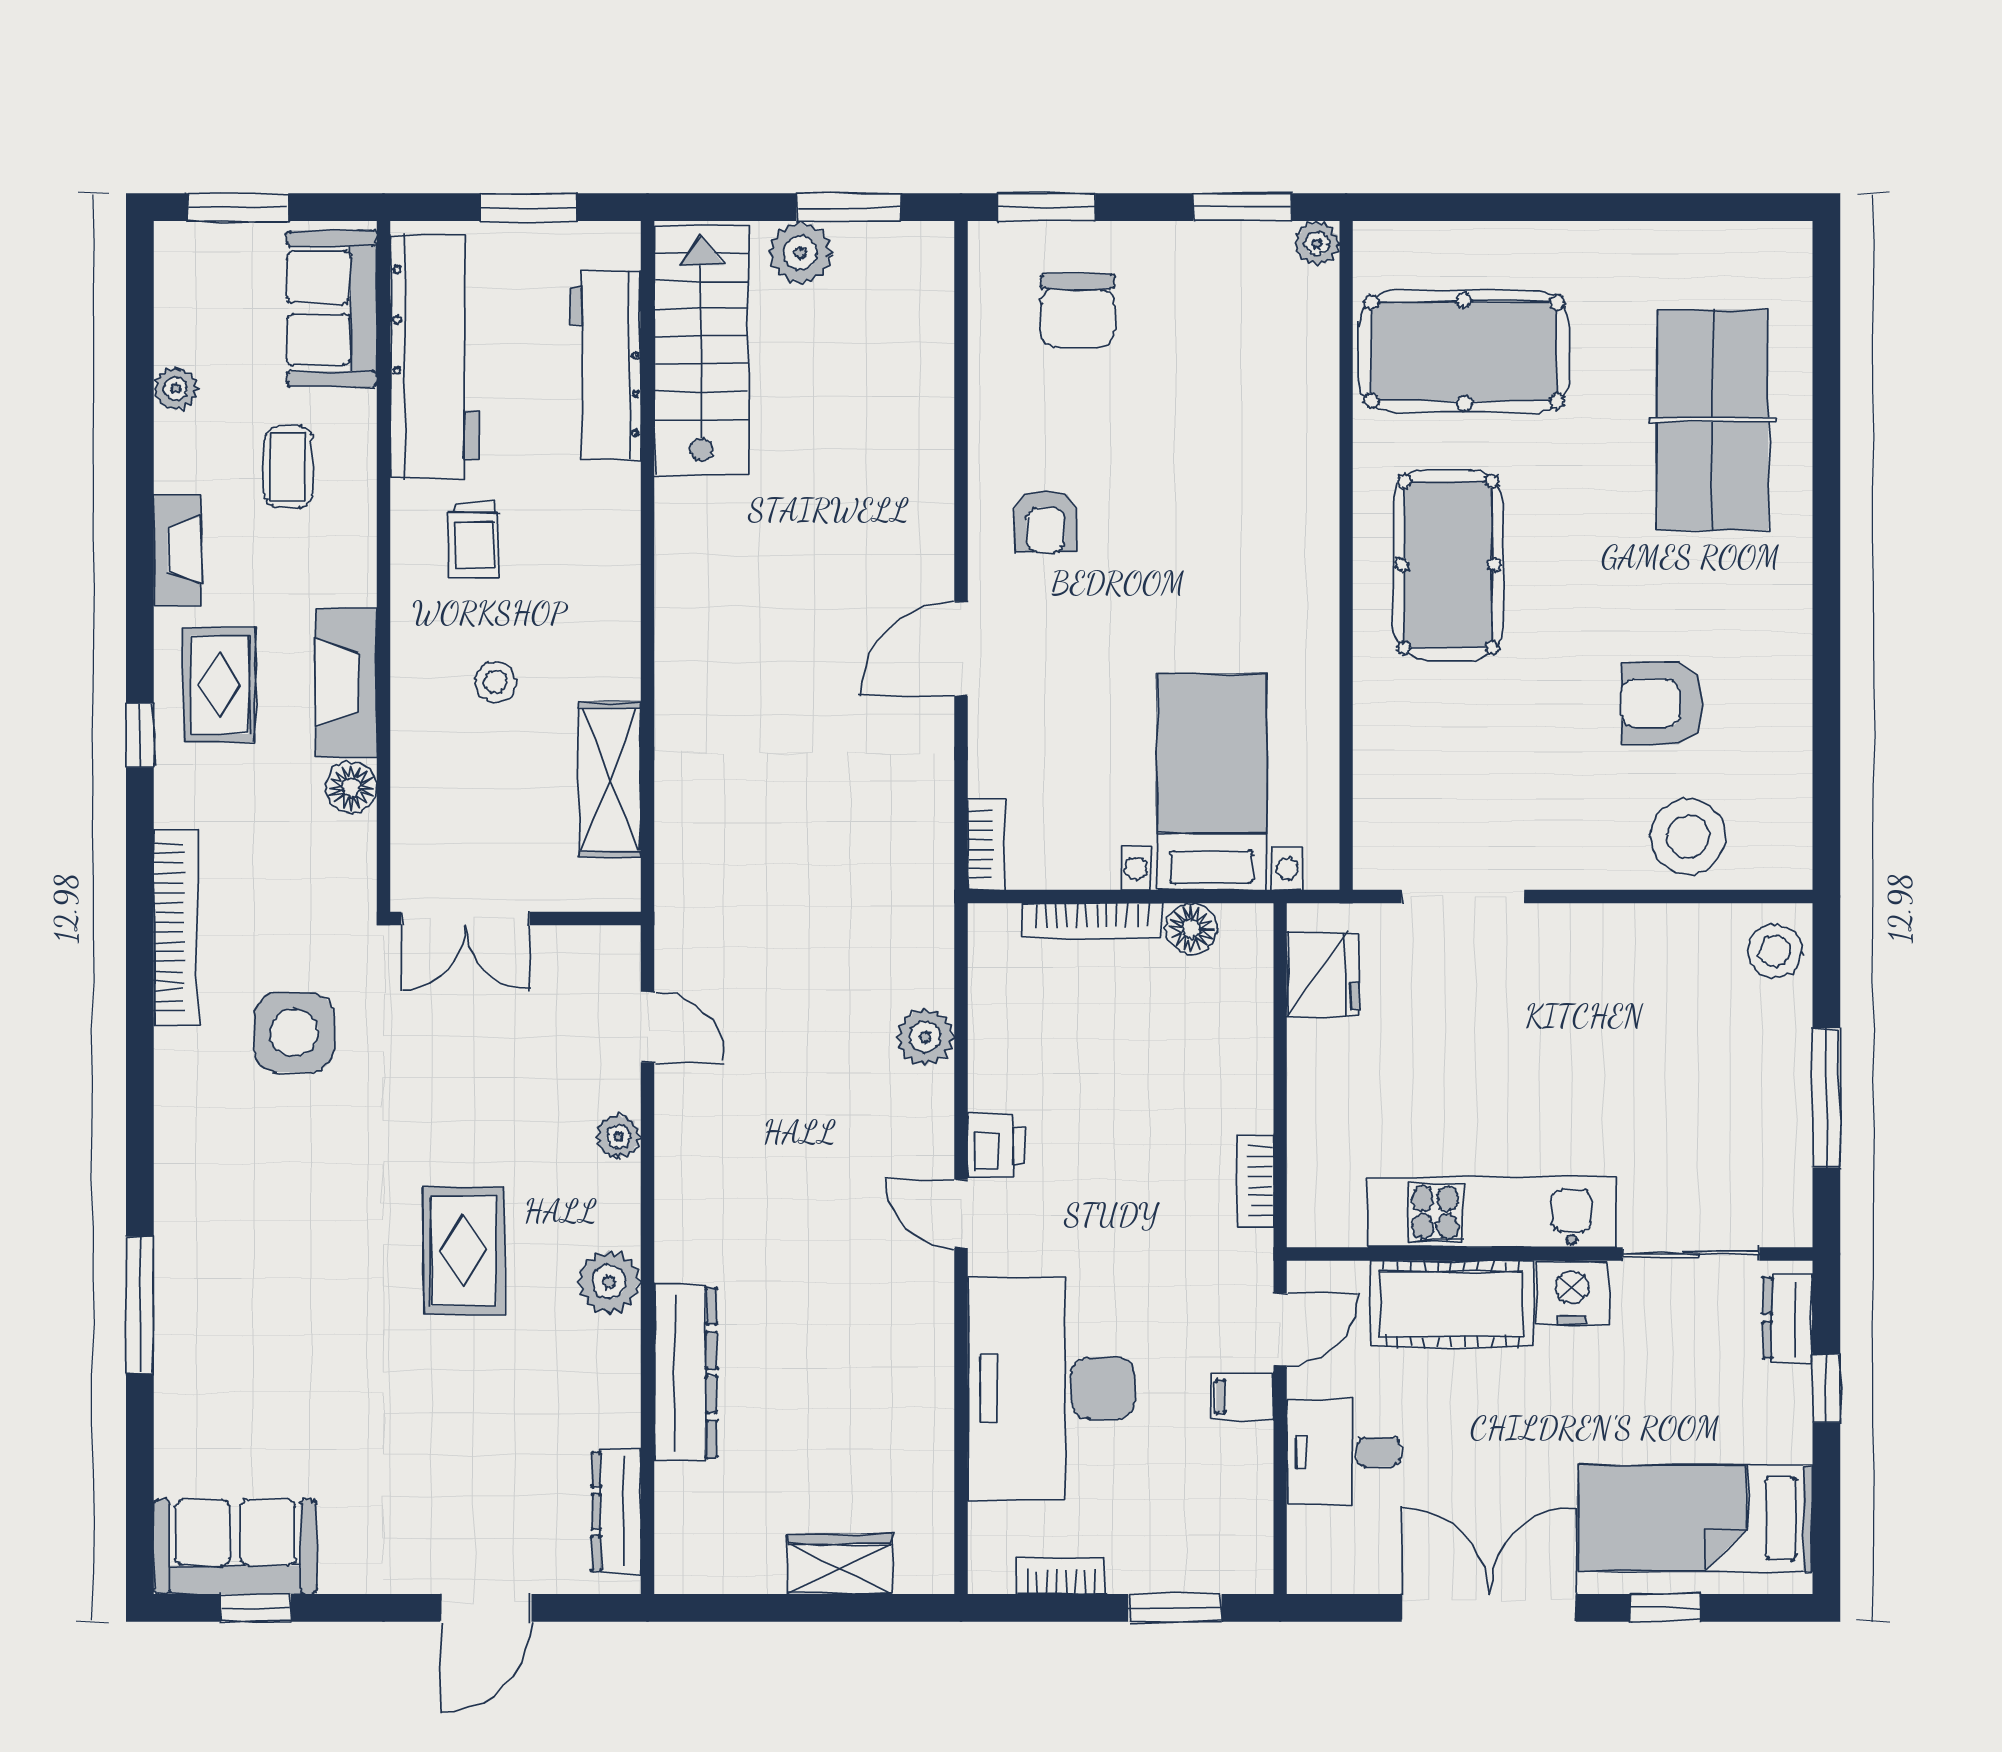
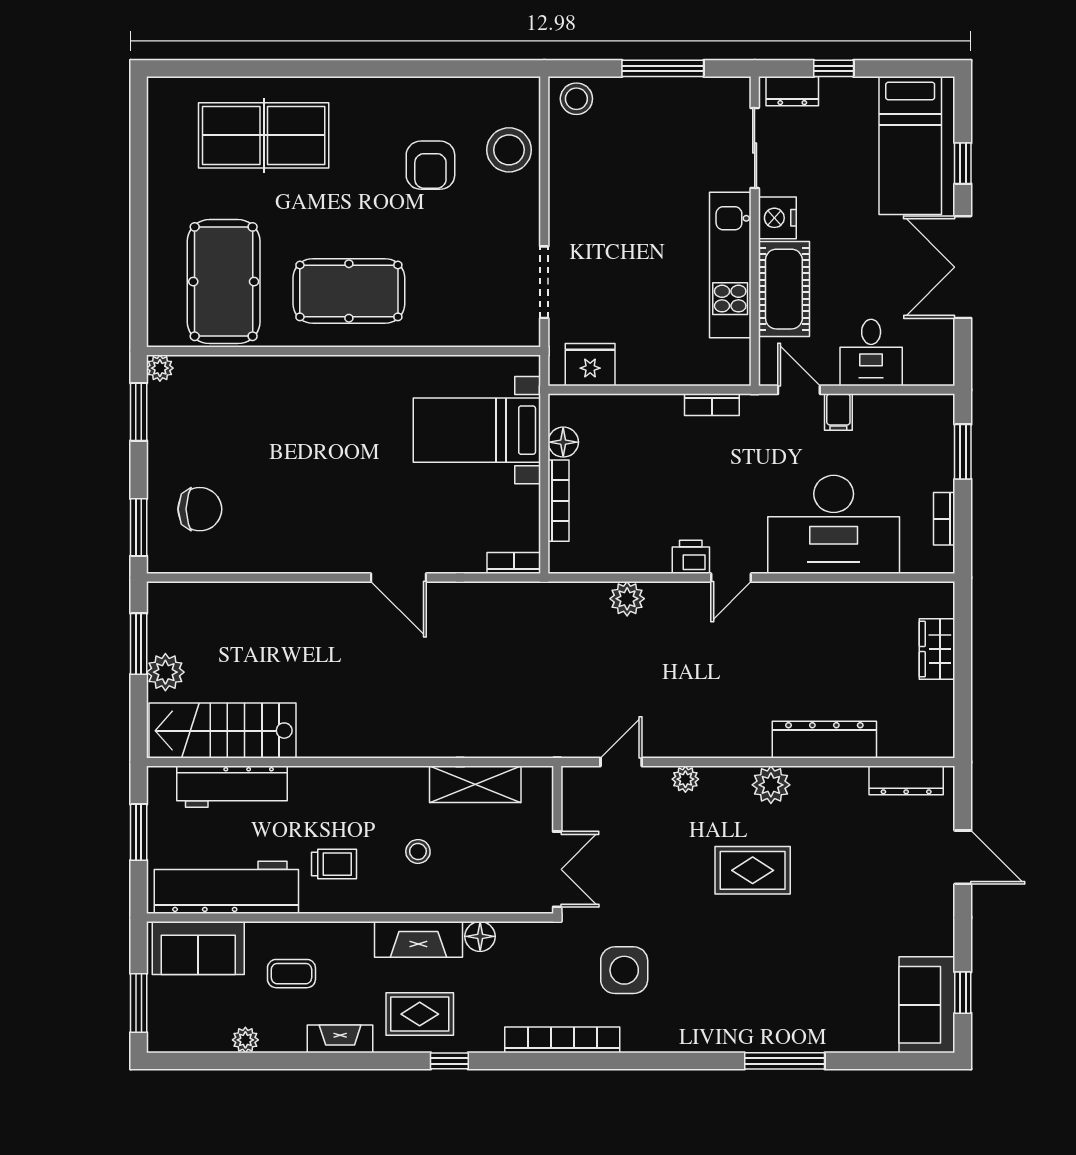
armchair: (1045, 521) -> (323, 528), removed

